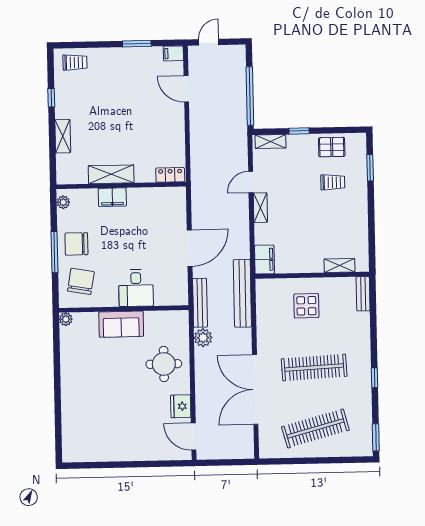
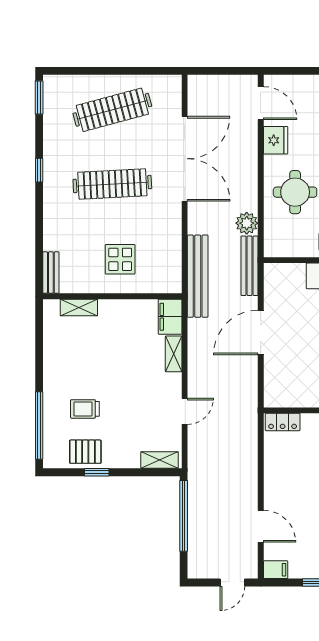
window: (299, 131) -> (97, 472), moved
window: (370, 168) -> (39, 426), width x2.11
shelving: (260, 208) -> (174, 354), moved

